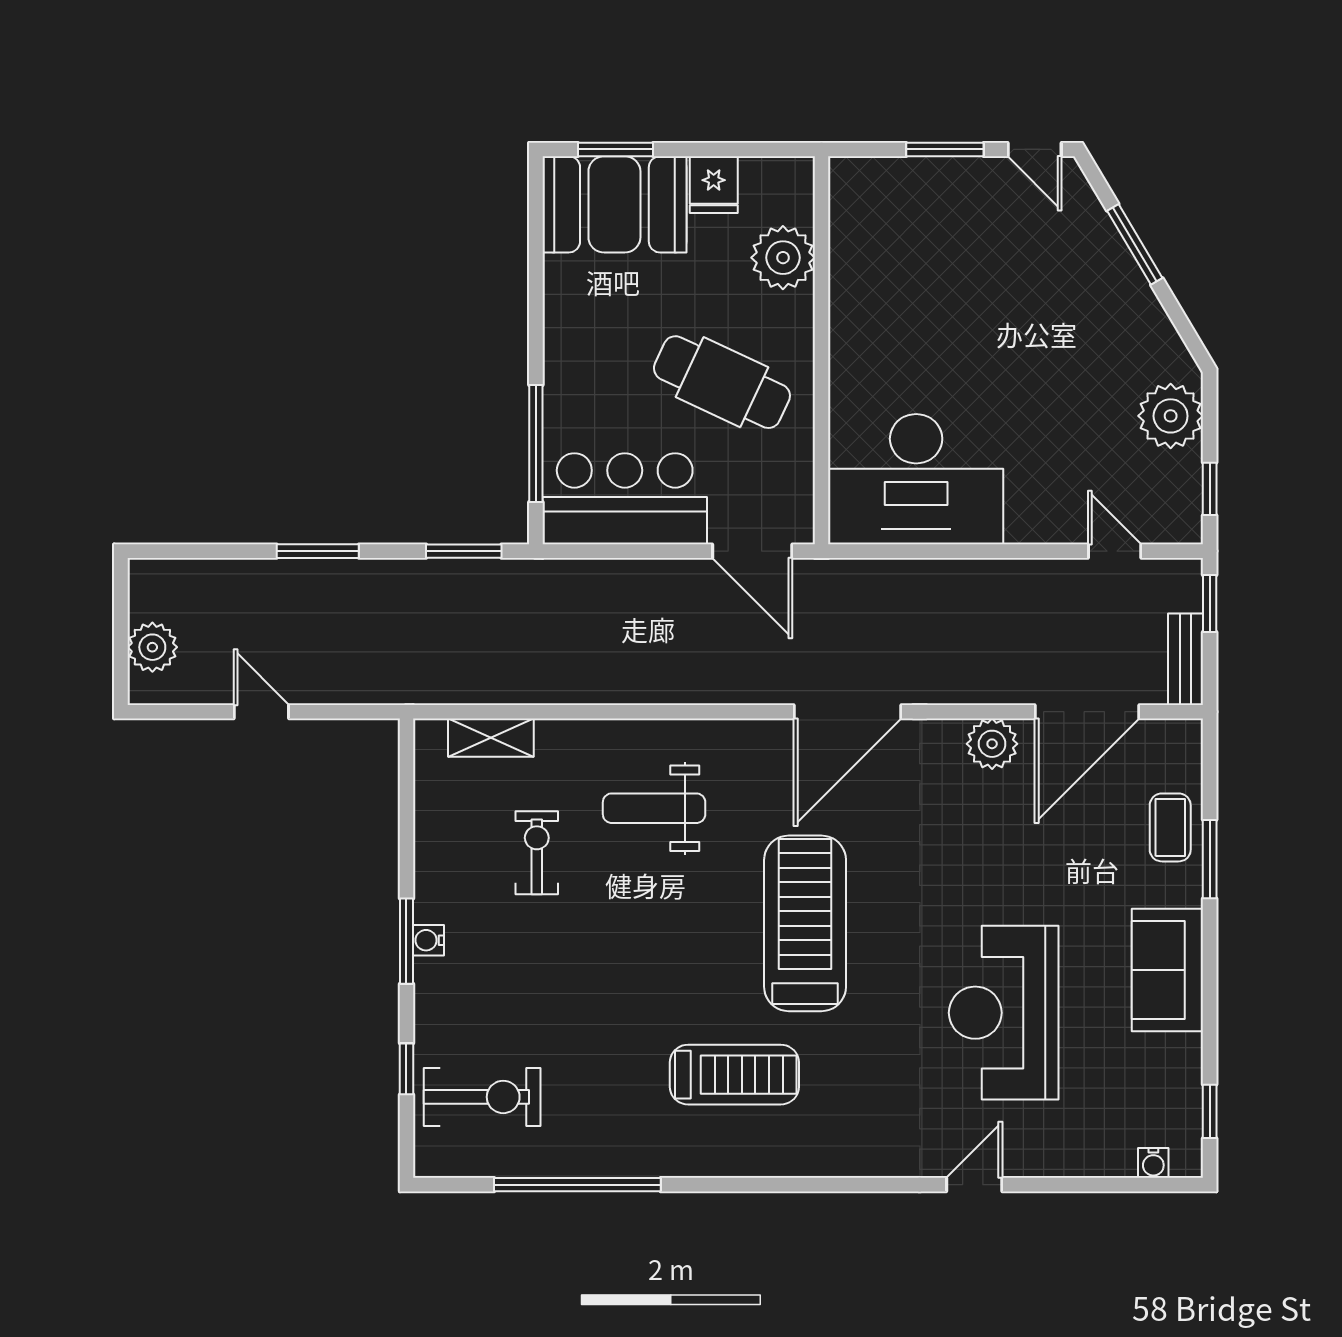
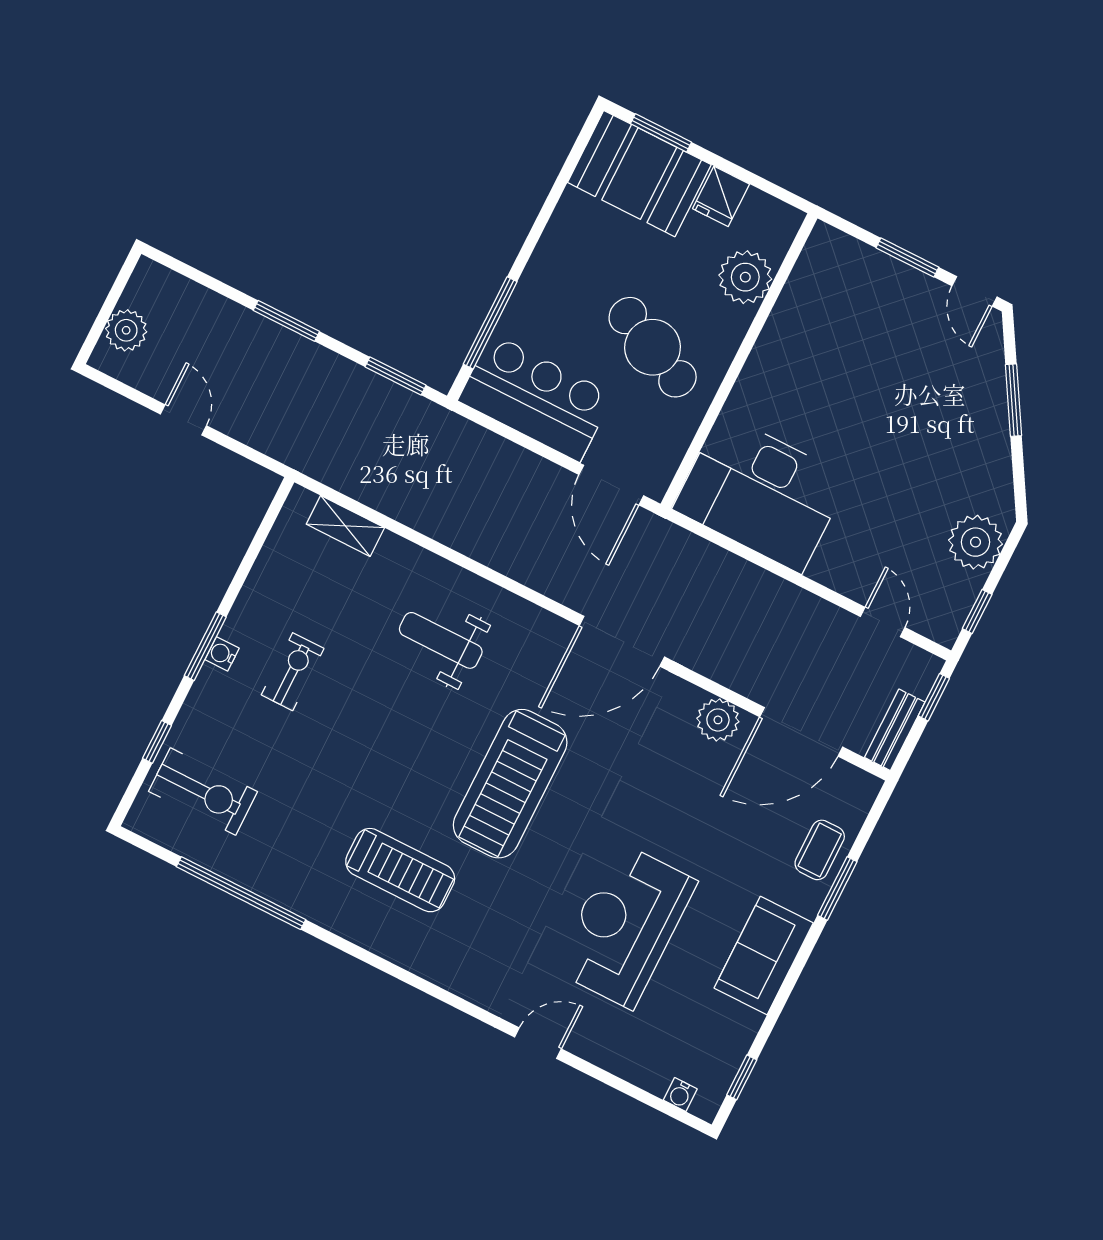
exercise bike: (537, 853) -> (293, 672), moved
treadmill: (805, 923) -> (510, 784), turned 180

